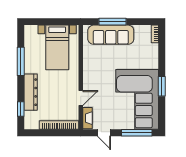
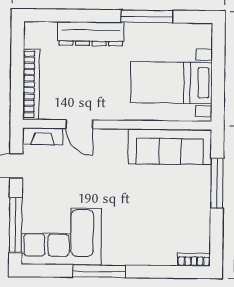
sofa: (111, 35) -> (170, 147), moved, turned -90
window: (162, 86) -> (99, 271), width x1.44
corner sofa: (137, 99) -> (61, 236), width x0.73, depth x0.74
window: (21, 109) -> (61, 16), removed

